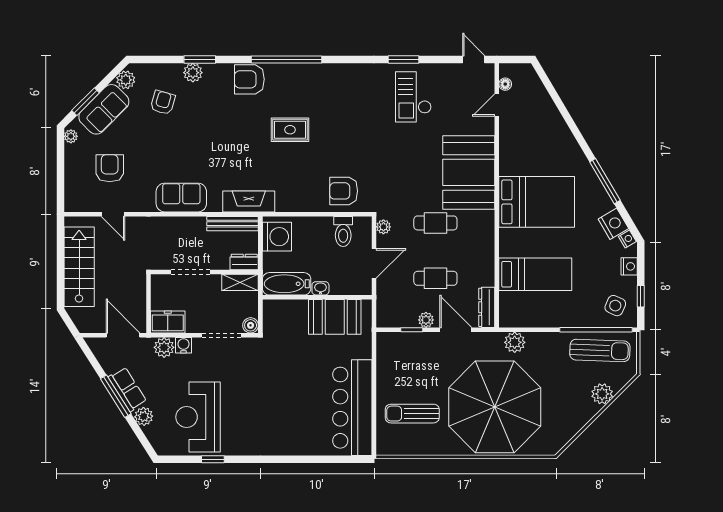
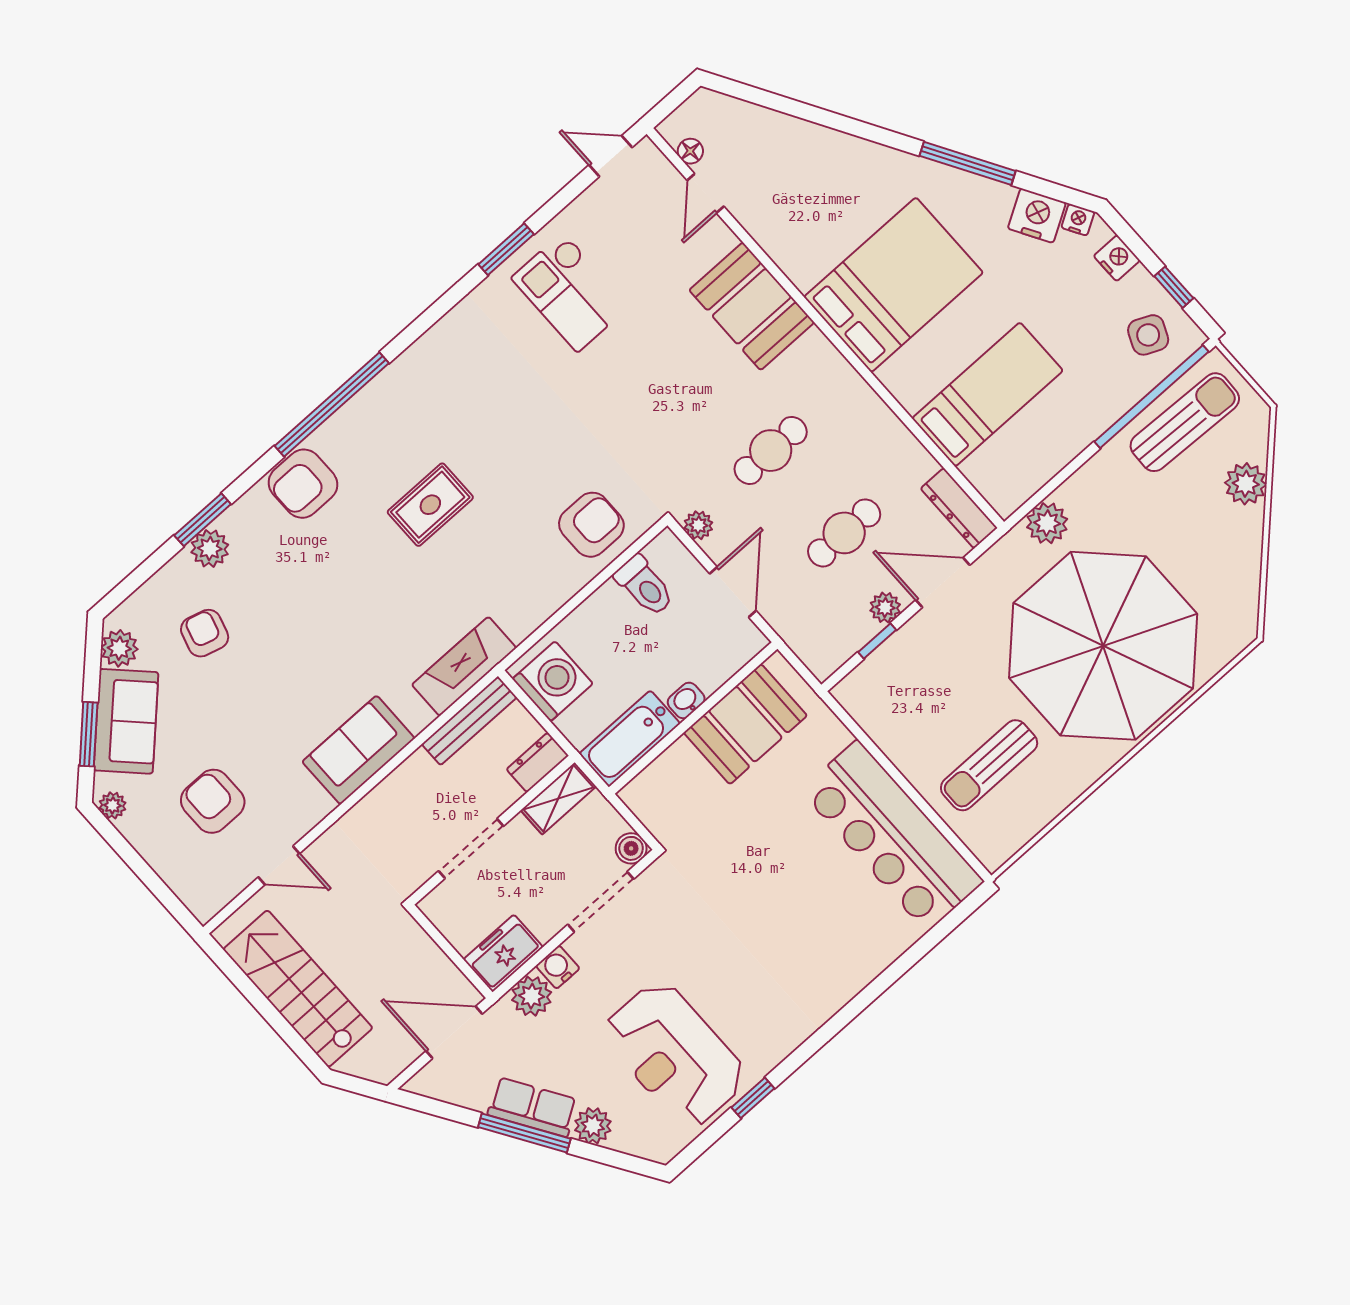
booth: (469, 172) -> (752, 306), width x0.73, depth x0.70
armchair: (344, 191) -> (591, 525), turned 180

